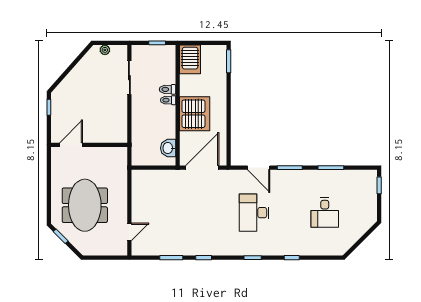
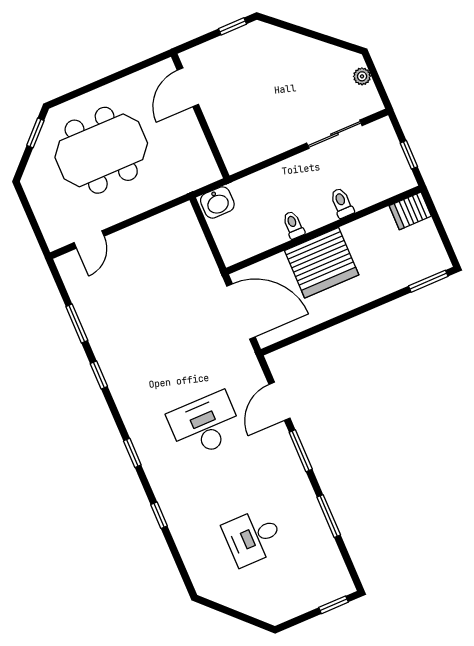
server rack: (190, 59) -> (410, 211), width x0.73, depth x0.70
toilet: (168, 100) -> (293, 225), moved
door: (71, 145) -> (188, 87), swing flipped
washbasin: (168, 148) -> (217, 202), moved, turned 180
door: (129, 232) -> (89, 239), hinge flipped

